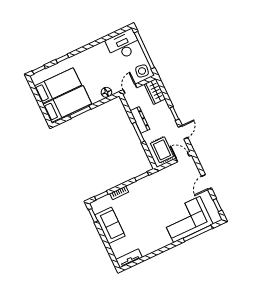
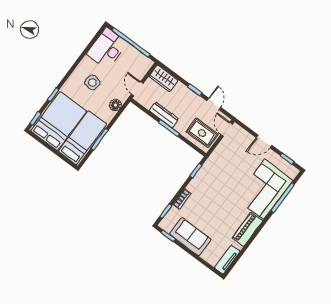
side table: (142, 71) -> (92, 83), moved
bed: (58, 86) -> (59, 121), width x1.50
door: (183, 157) -> (227, 129), hinge flipped
door: (207, 182) -> (264, 141), hinge flipped
piano: (157, 243) -> (247, 229), added

